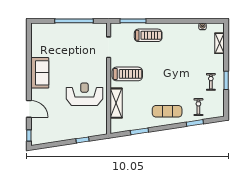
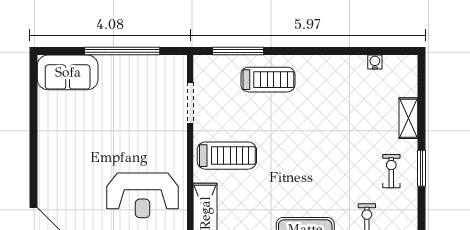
shelving: (220, 43) -> (408, 118), moved
sofa: (40, 73) -> (68, 72), moved, turned 90
reception desk: (84, 94) -> (143, 195), turned 180

